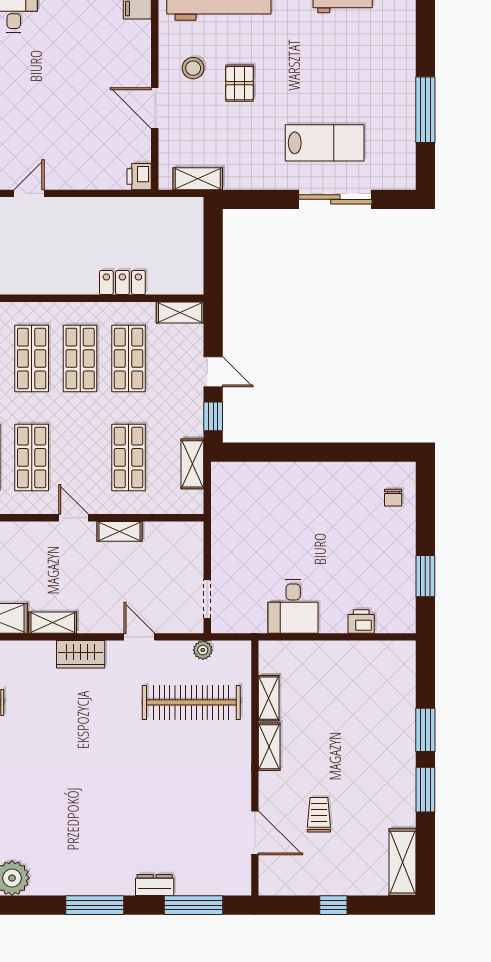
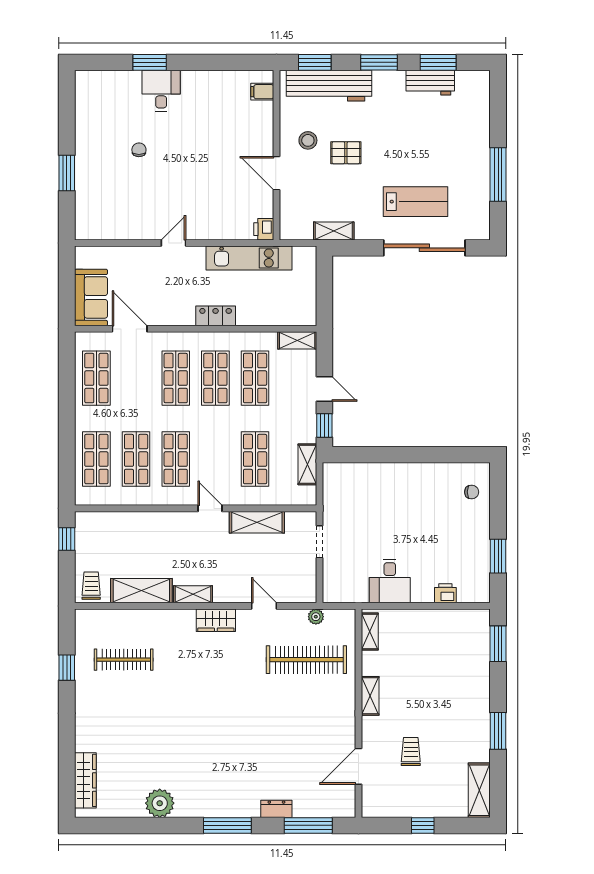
pallet: (240, 83) -> (346, 153), turned 90
shelving: (198, 179) -> (334, 231), moved
sliding door: (335, 199) -> (424, 248), width x1.36
kitchen unit: (121, 212) -> (249, 258), added
locker: (122, 283) -> (216, 316), moved
chair: (393, 498) -> (472, 492), turned -90
shelving: (120, 531) -> (257, 522), width x1.50, depth x1.33
doorway: (207, 599) -> (319, 542), moved
shelving: (269, 698) -> (370, 631), moved
window: (425, 730) -> (498, 644), moved
door: (255, 833) -> (358, 766), swing flipped

